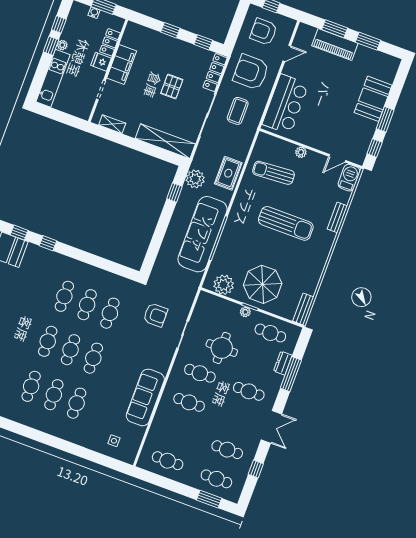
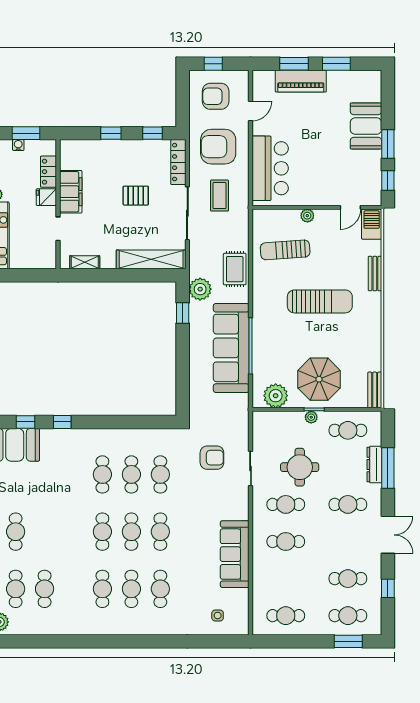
pallet: (172, 86) -> (136, 196), turned 90
dresser: (283, 363) -> (374, 464), width x1.44

